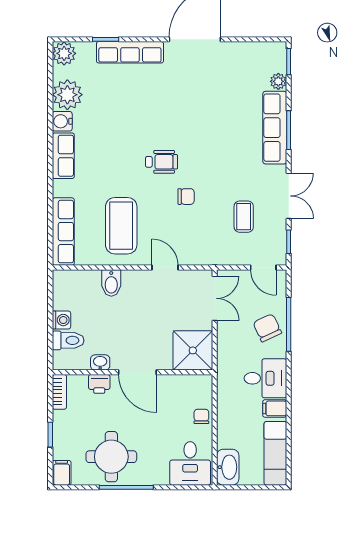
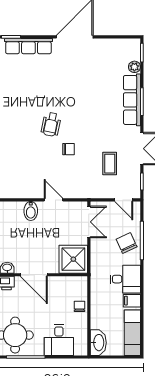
wheelchair: (162, 162) -> (51, 124), turned 102
coffee table: (121, 226) -> (22, 170), removed
bidet: (111, 283) -> (31, 211), moved
desk: (190, 463) -> (59, 340), moved

